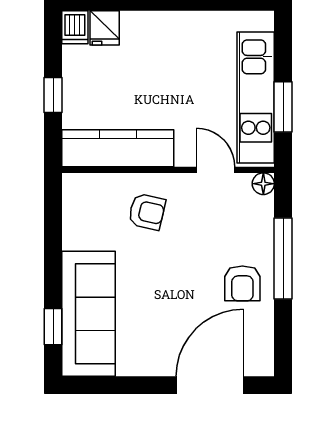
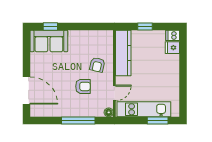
window: (283, 107) -> (158, 120), moved
armchair: (242, 283) -> (83, 86), moved, turned 180
sofa: (88, 314) -> (49, 41), width x0.73

